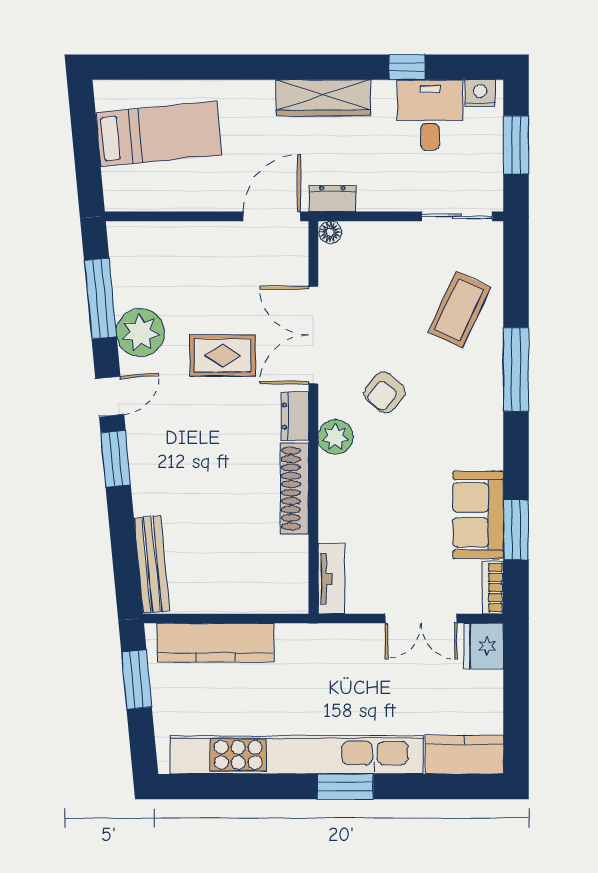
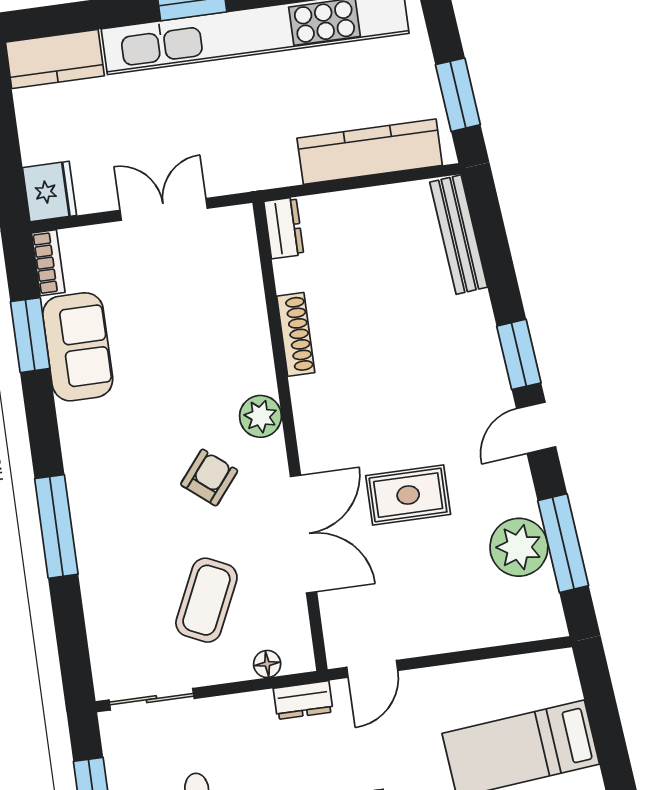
door: (272, 216) -> (372, 669), width x0.73
floor lamp: (330, 232) -> (267, 664), moved
coffee table: (459, 310) -> (206, 600), moved
plant: (140, 333) -> (519, 547), moved
dresser: (295, 416) -> (284, 228), moved
shoe rack: (295, 488) -> (296, 334), width x0.74, depth x0.81
tv unit: (331, 579) -> (242, 247), removed
double door: (421, 619) -> (164, 209), moved

